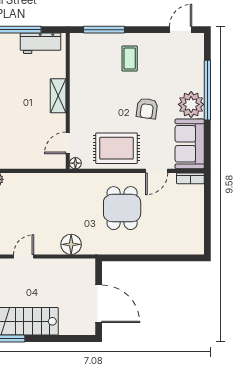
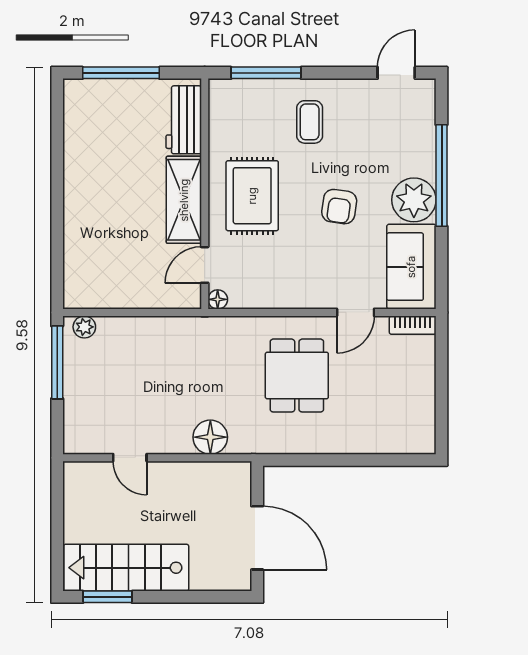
workbench: (41, 43) -> (184, 120), moved, turned 90
shelving: (58, 96) -> (184, 200), width x1.50, depth x1.33
rug: (116, 148) -> (252, 196), moved, turned 90
door: (24, 256) -> (130, 458), swing flipped

